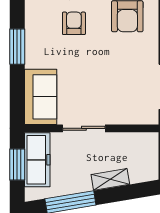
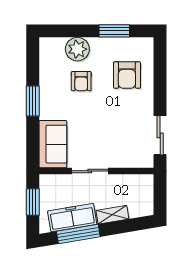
armchair: (74, 23) -> (81, 81), turned 180
freezer: (37, 160) -> (72, 218), moved, turned -99

